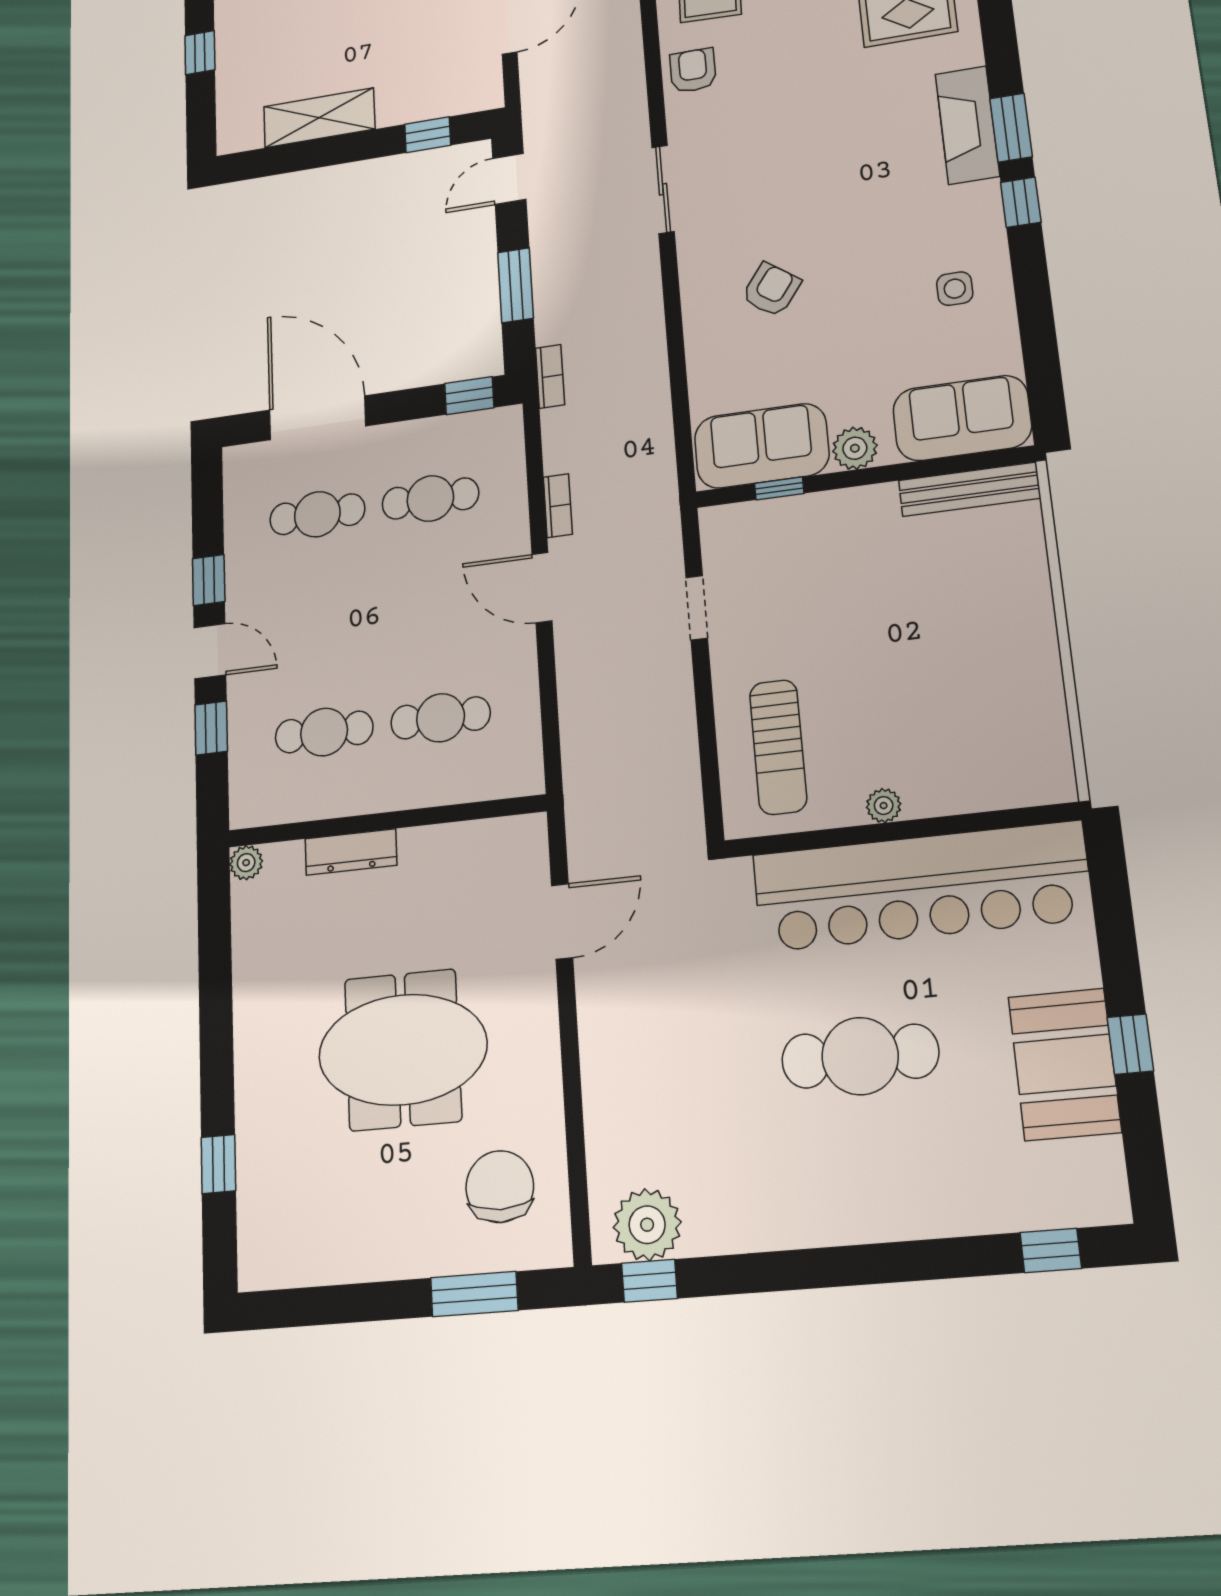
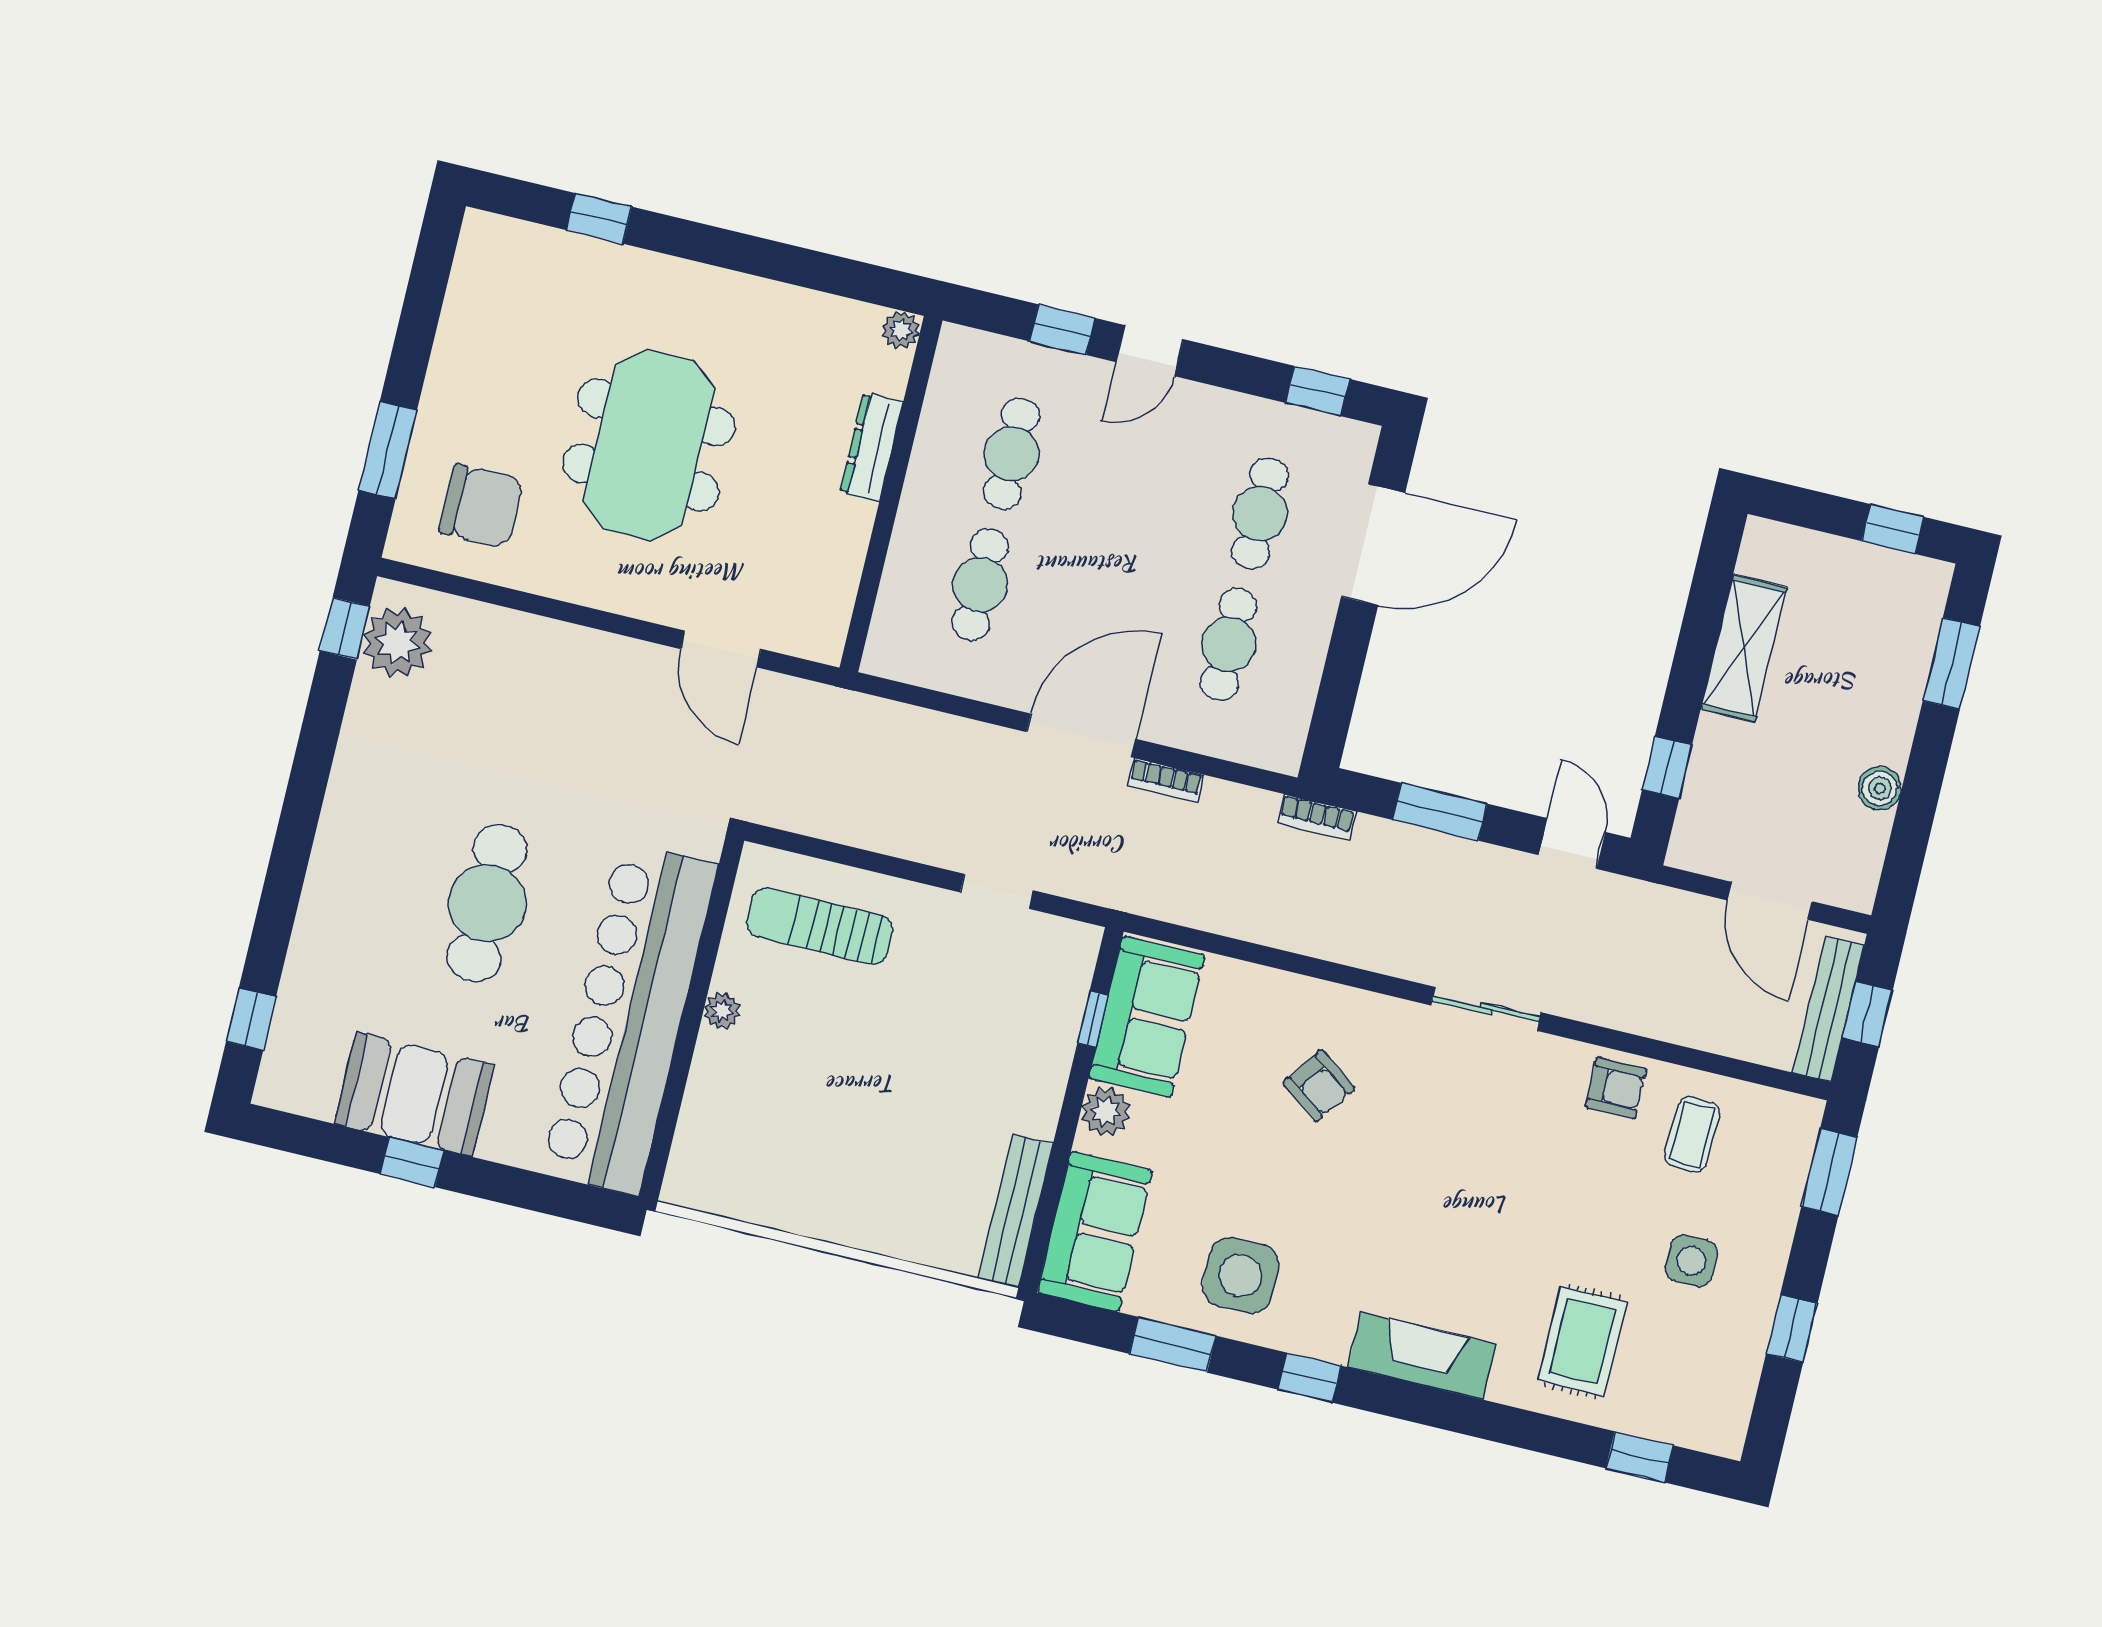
window: (1011, 128) -> (1173, 1345), moved
side table: (955, 289) -> (1241, 1275), width x1.87, depth x1.87
window: (469, 396) -> (1331, 722), removed
window: (209, 580) -> (1317, 391), moved
door: (542, 588) -> (1081, 735), width x1.36

